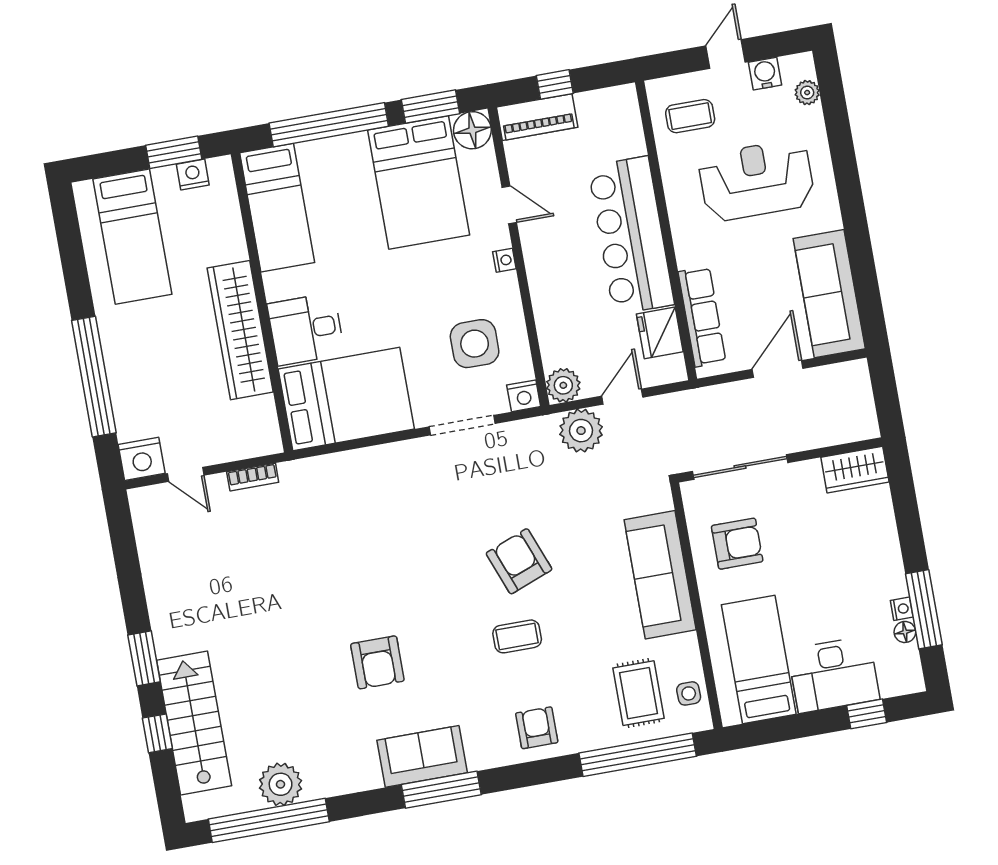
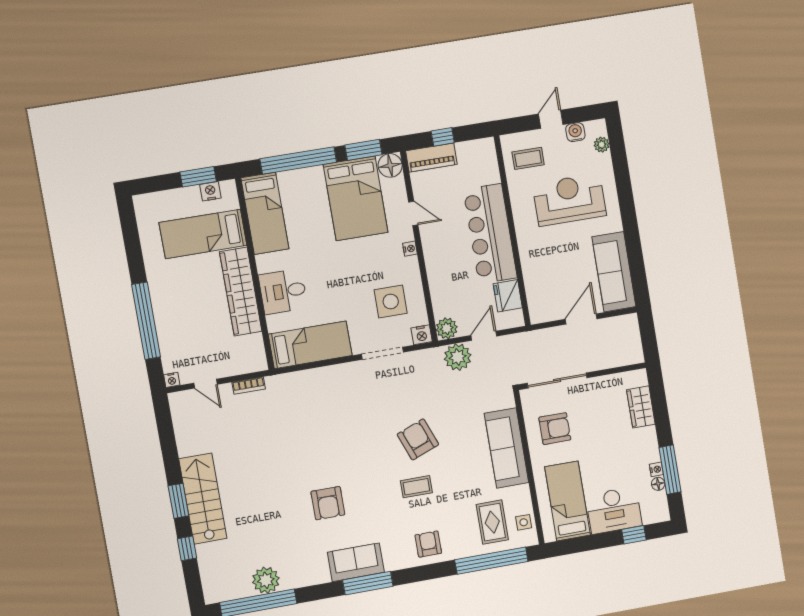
bed: (132, 237) -> (203, 234), moved, turned 90
row of seats: (702, 317) -> (534, 286), removed
bed: (346, 399) -> (310, 345), width x0.67
nightstand: (142, 459) -> (172, 380), width x0.53, depth x0.56
wardrobe: (855, 470) -> (641, 407), moved, turned 90
stairs: (194, 723) -> (203, 499), moved

